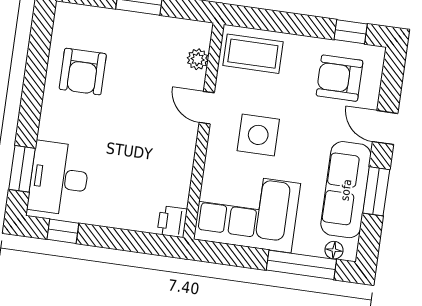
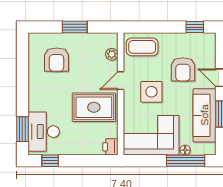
armchair: (83, 72) -> (57, 60), moved
armchair: (340, 78) -> (183, 69), moved, turned -90
door: (207, 108) -> (121, 81), hinge flipped
rug: (153, 148) -> (94, 107), added
floor lamp: (334, 250) -> (185, 150), moved

